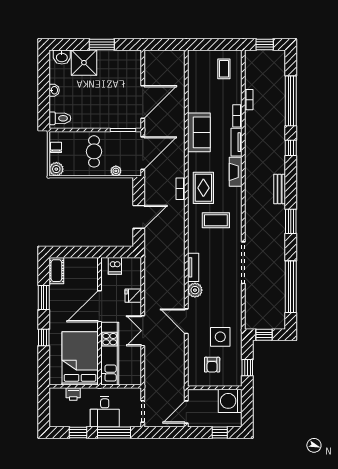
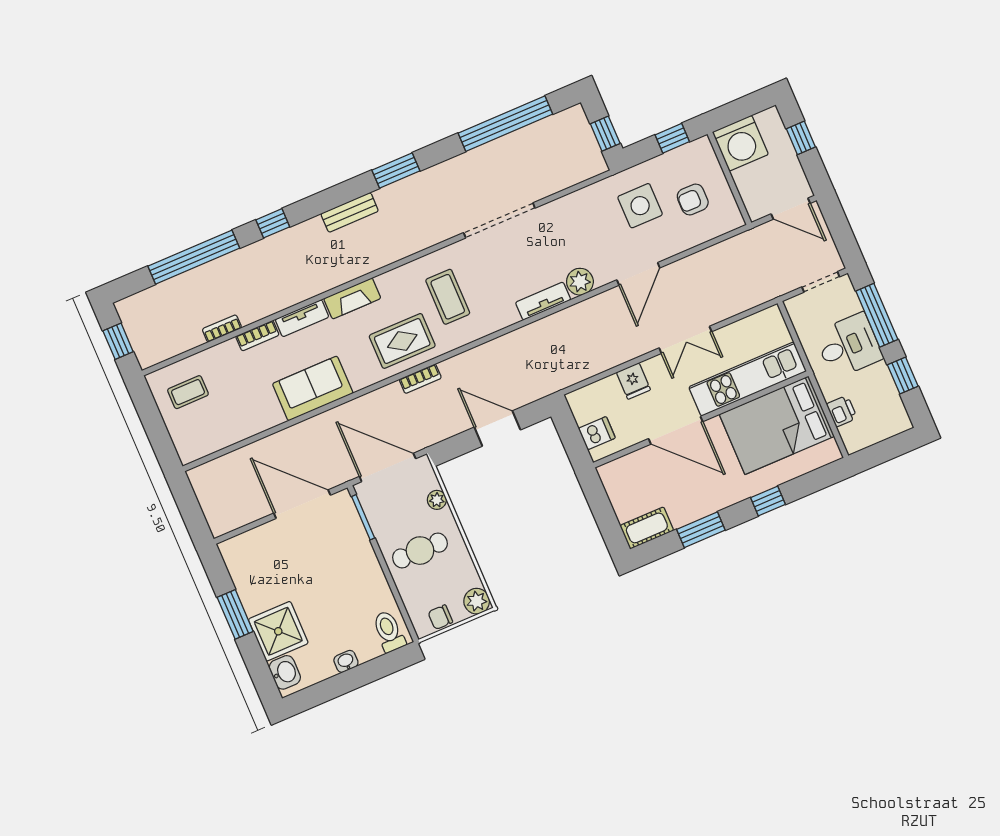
armchair: (212, 365) -> (693, 199), turned 180

